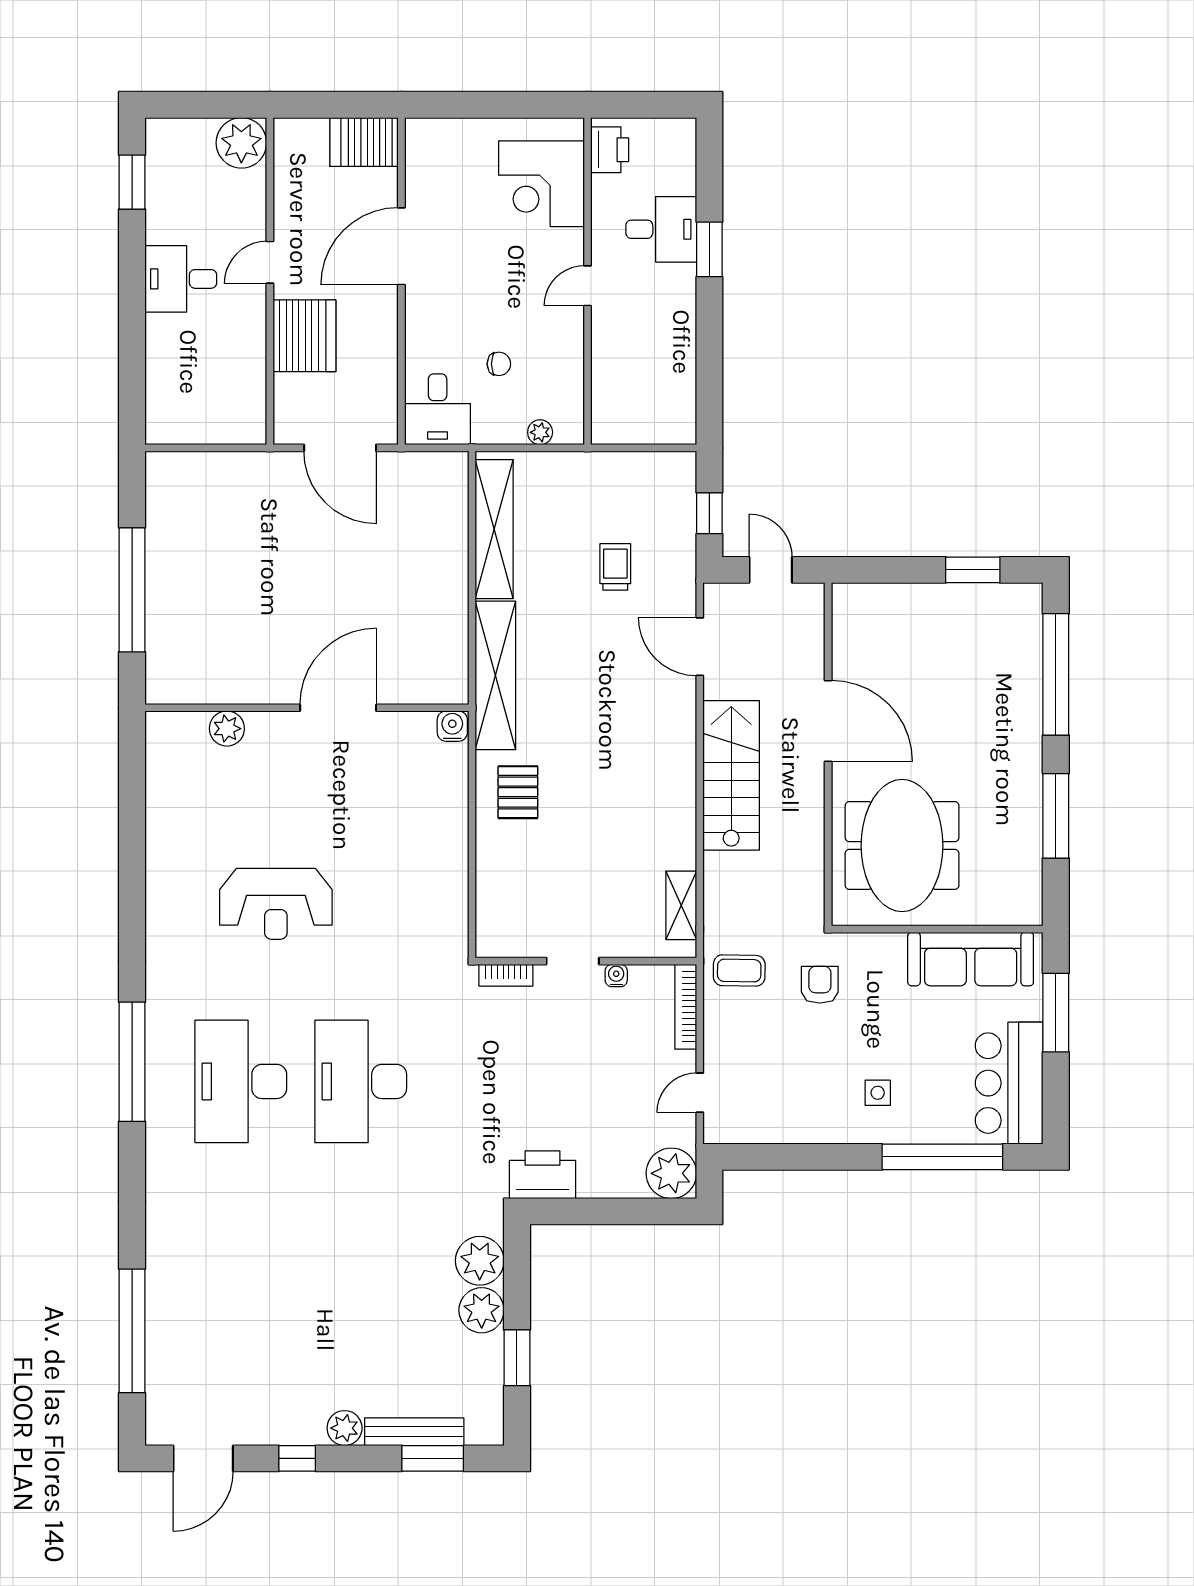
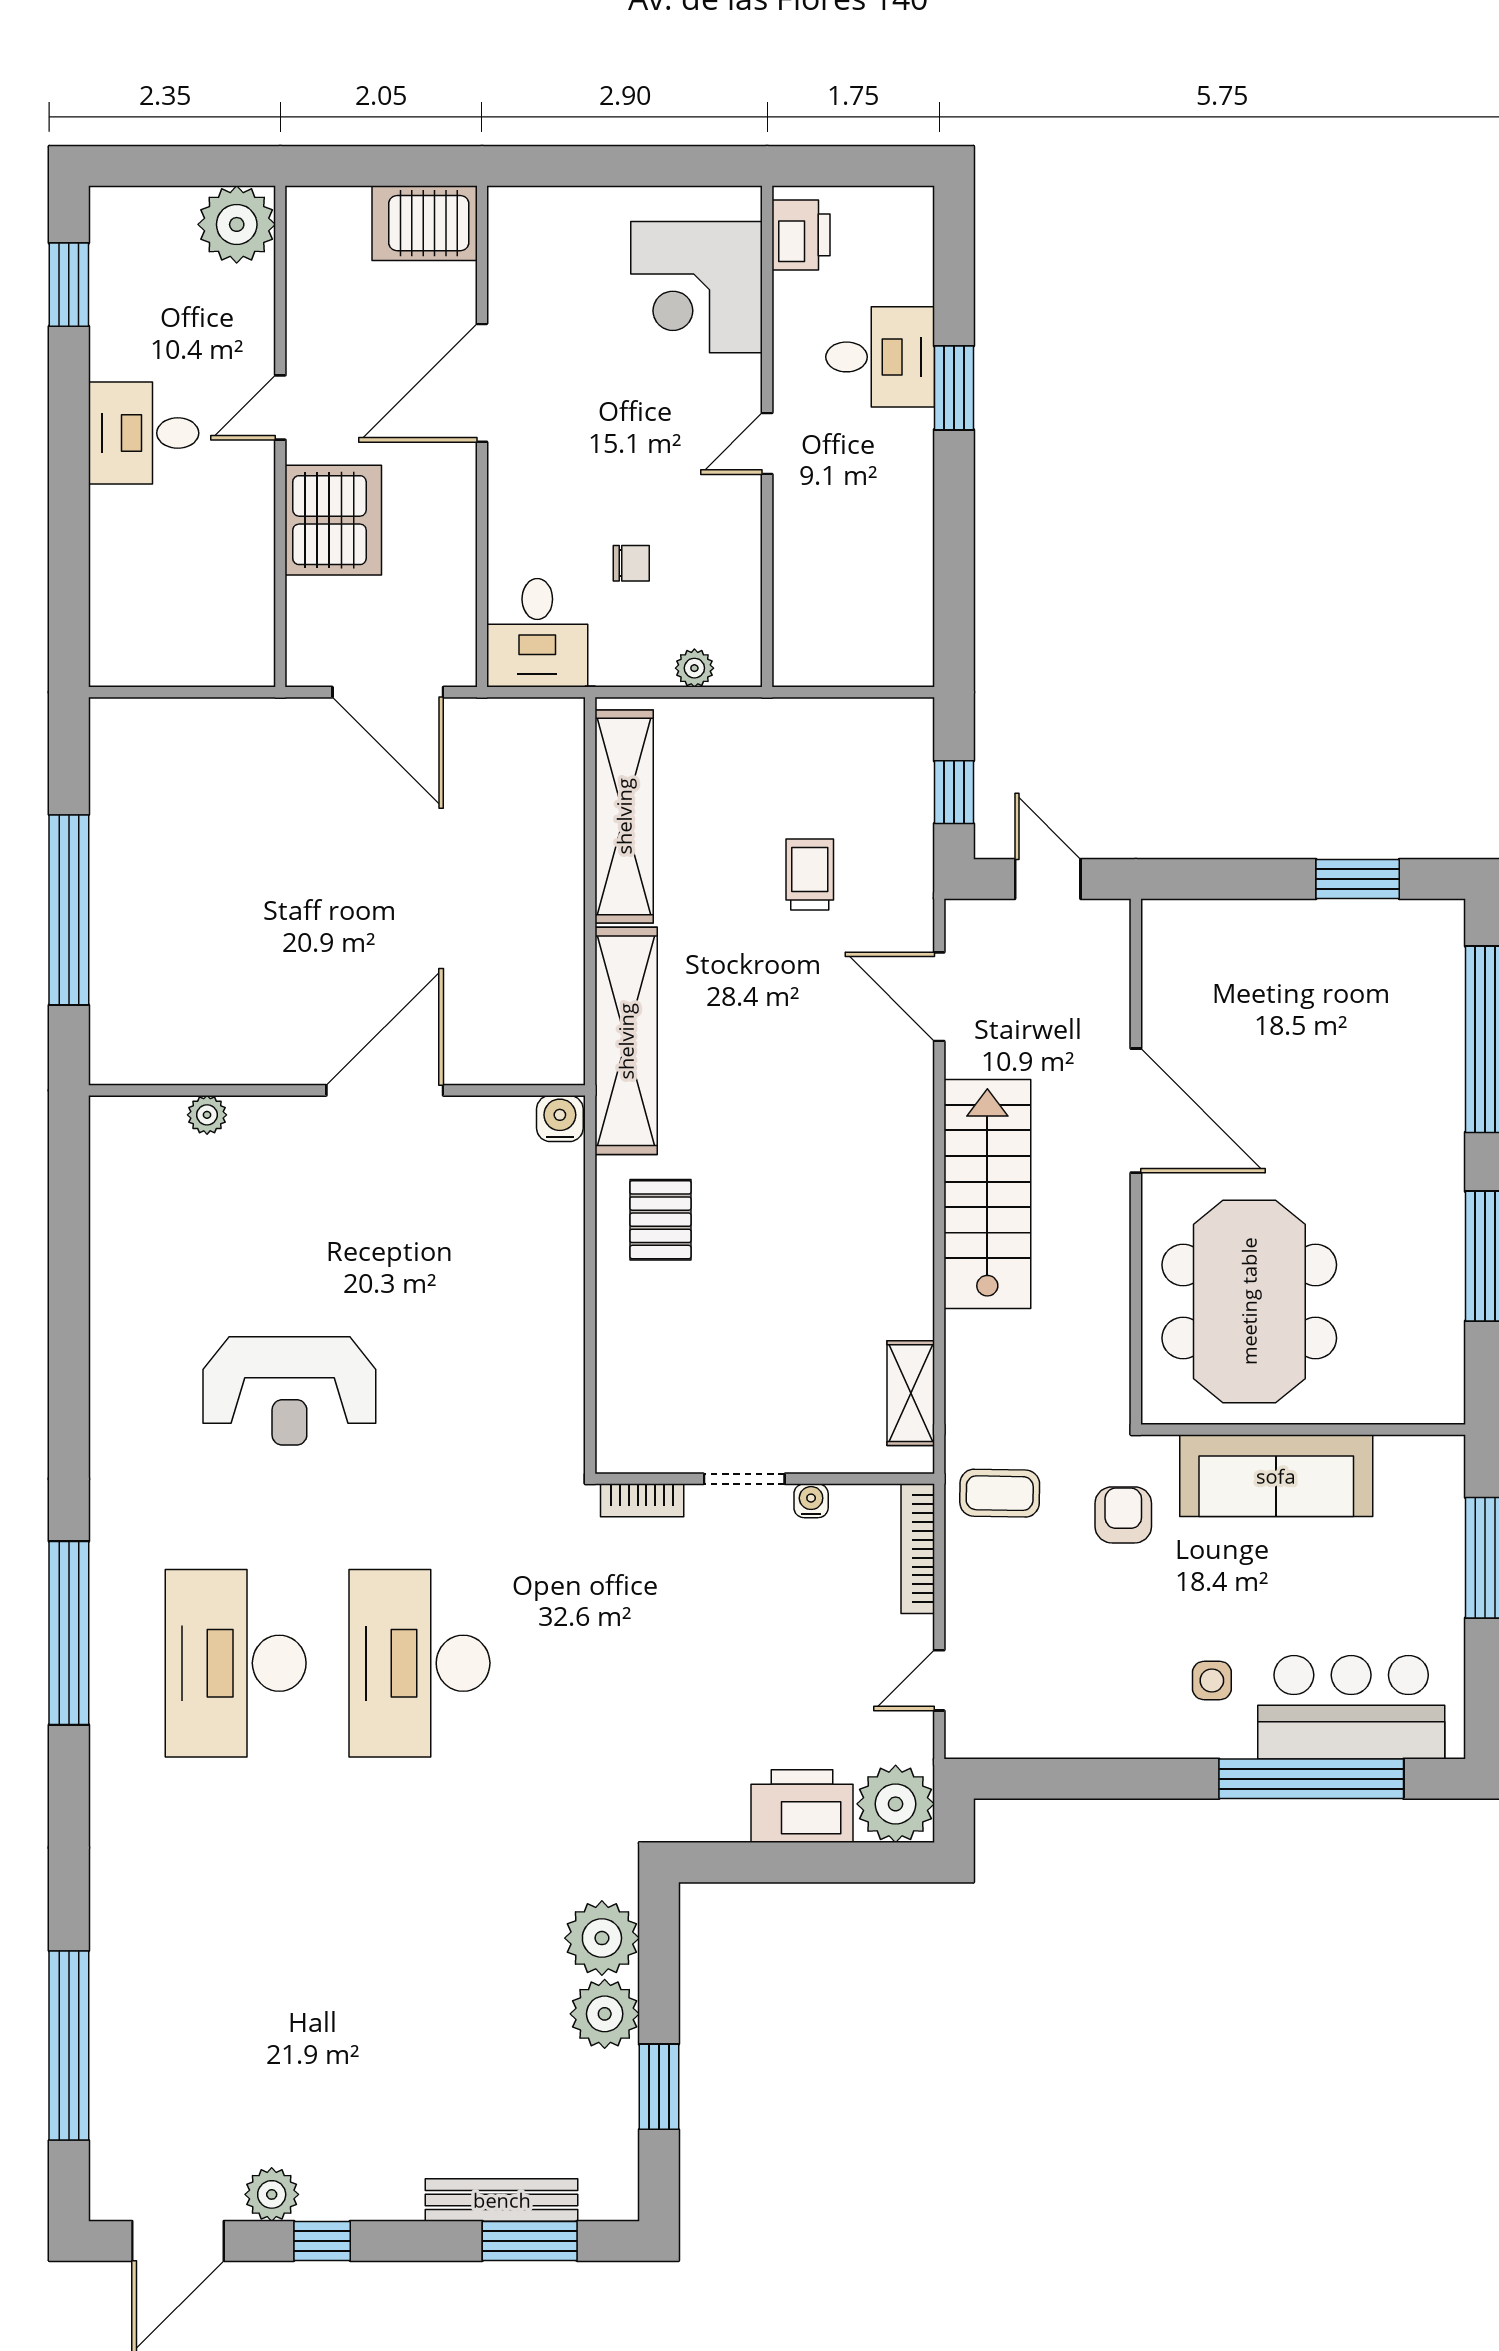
plant: (227, 729) -> (207, 1115), width x0.73, depth x0.73
sofa: (971, 959) -> (1276, 1476), moved
bar counter: (1009, 1083) -> (1351, 1707), moved, turned 90
printer: (542, 1175) -> (802, 1806), moved
plant: (345, 1428) -> (272, 2194), moved

